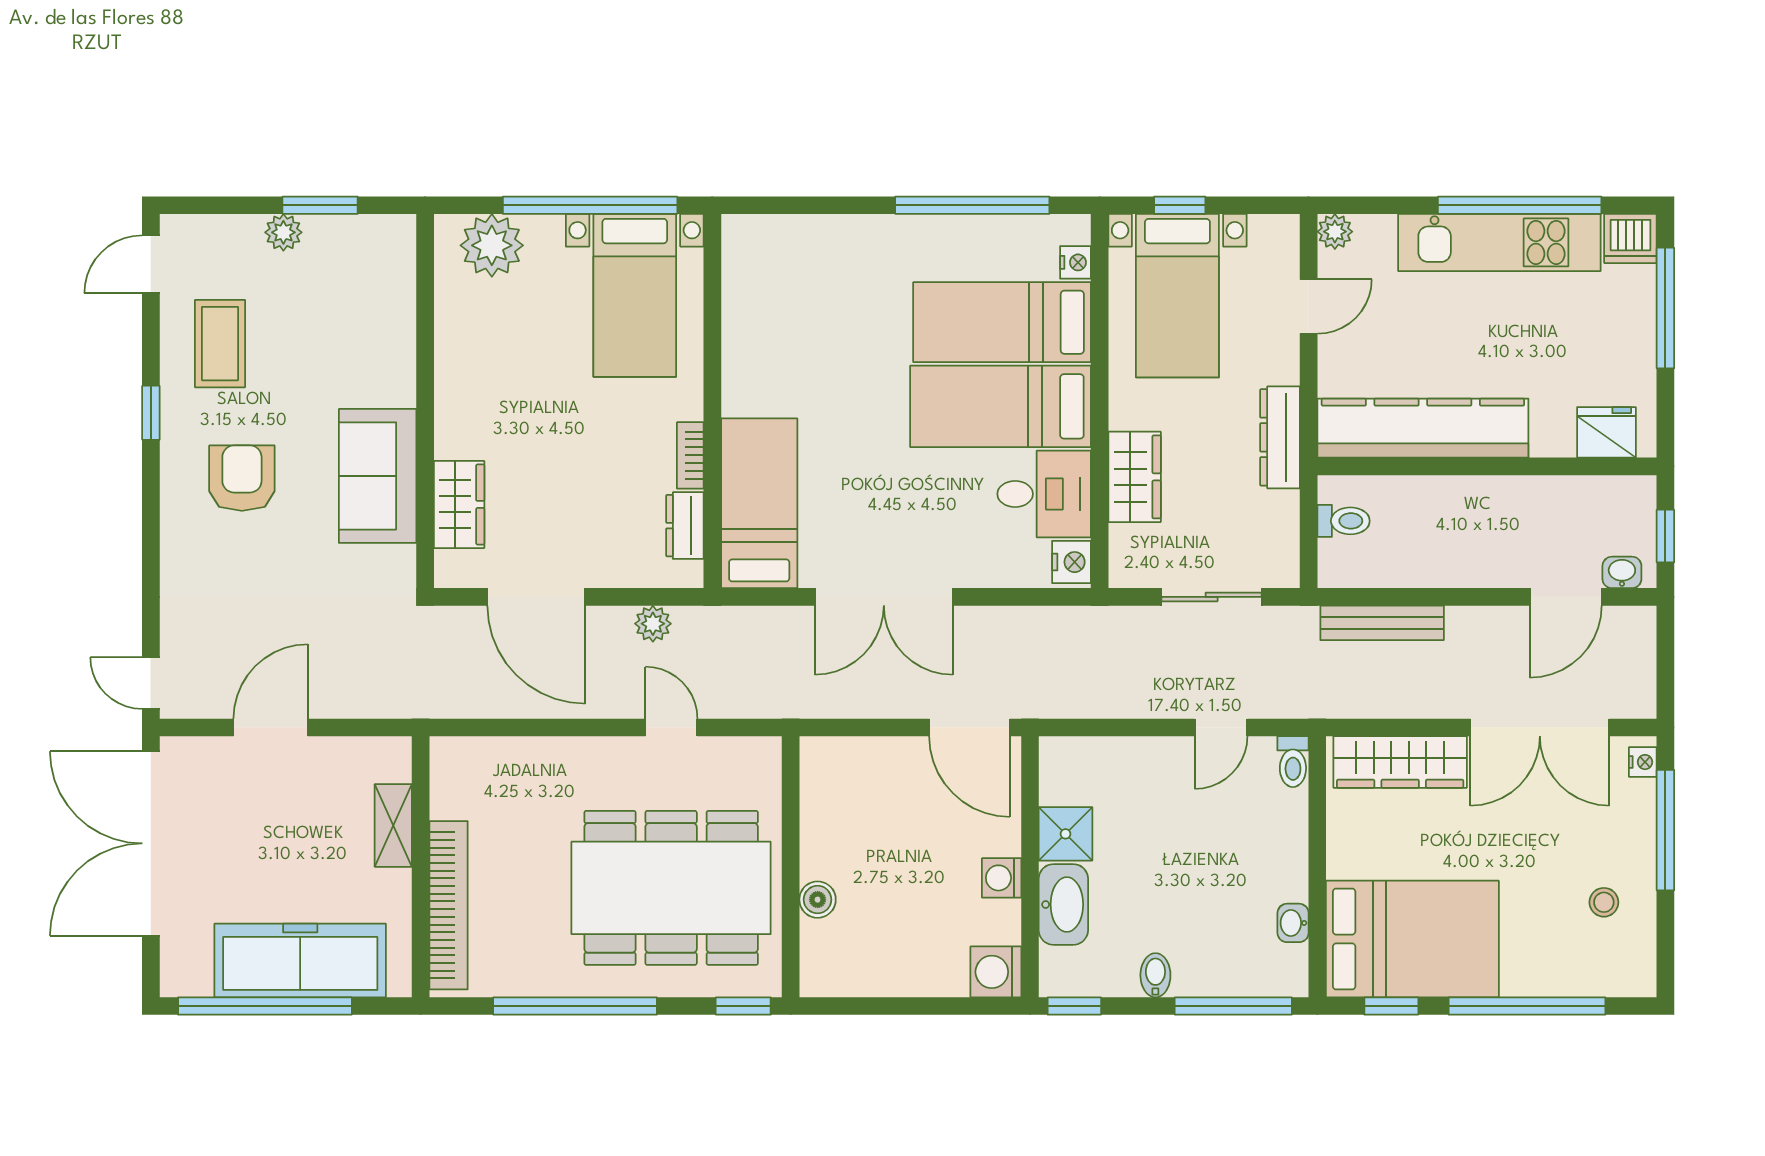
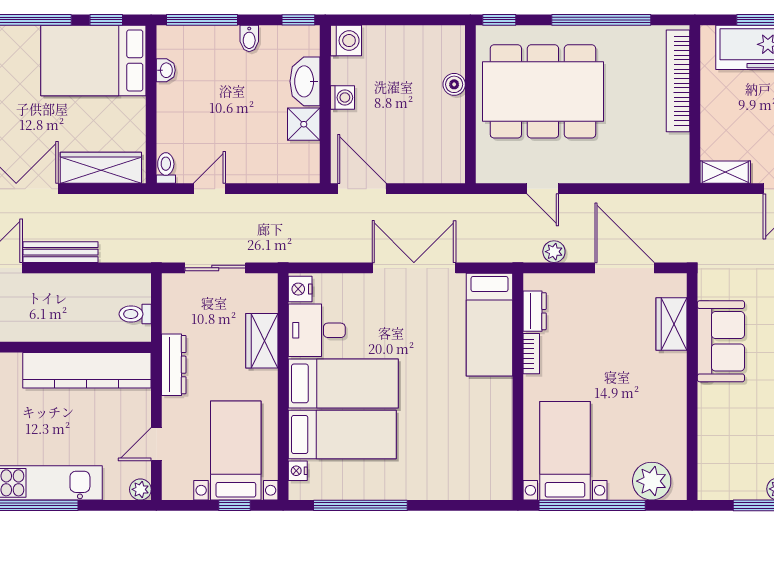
bench: (1382, 623) -> (60, 252), moved
shelving: (393, 825) -> (725, 172), moved, turned 90

